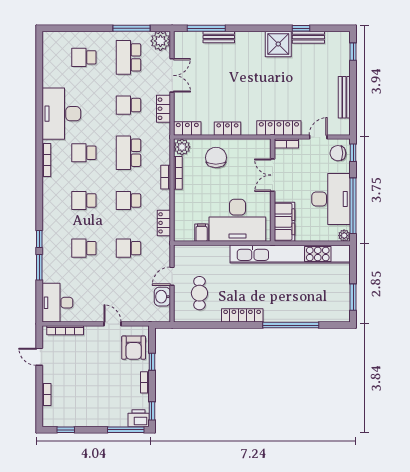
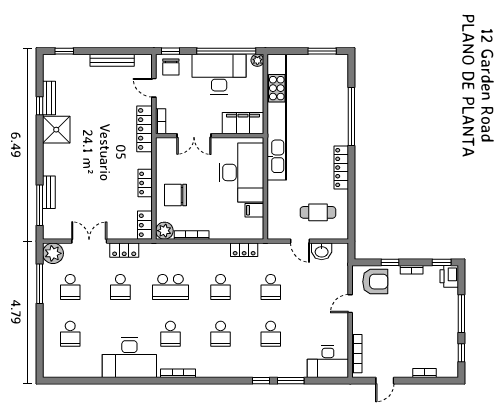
school desk: (129, 57) -> (70, 287), width x0.54
bookcase: (166, 177) -> (196, 248), removed
window: (126, 430) -> (461, 314), moved

